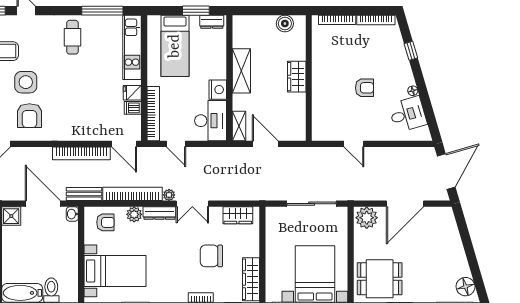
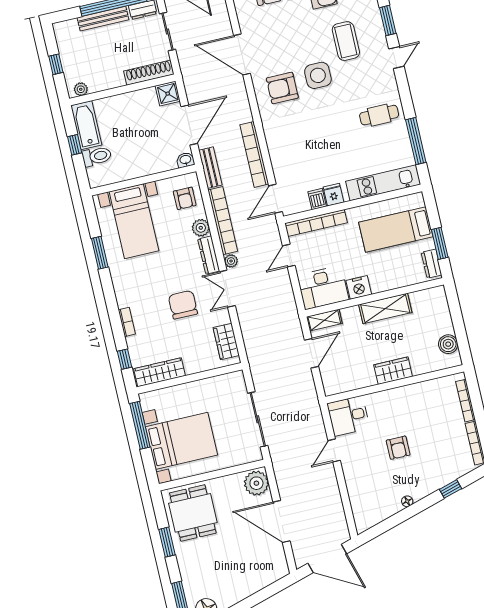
desk: (408, 114) -> (348, 416), moved, turned 106
chair: (211, 256) -> (183, 305), moved

